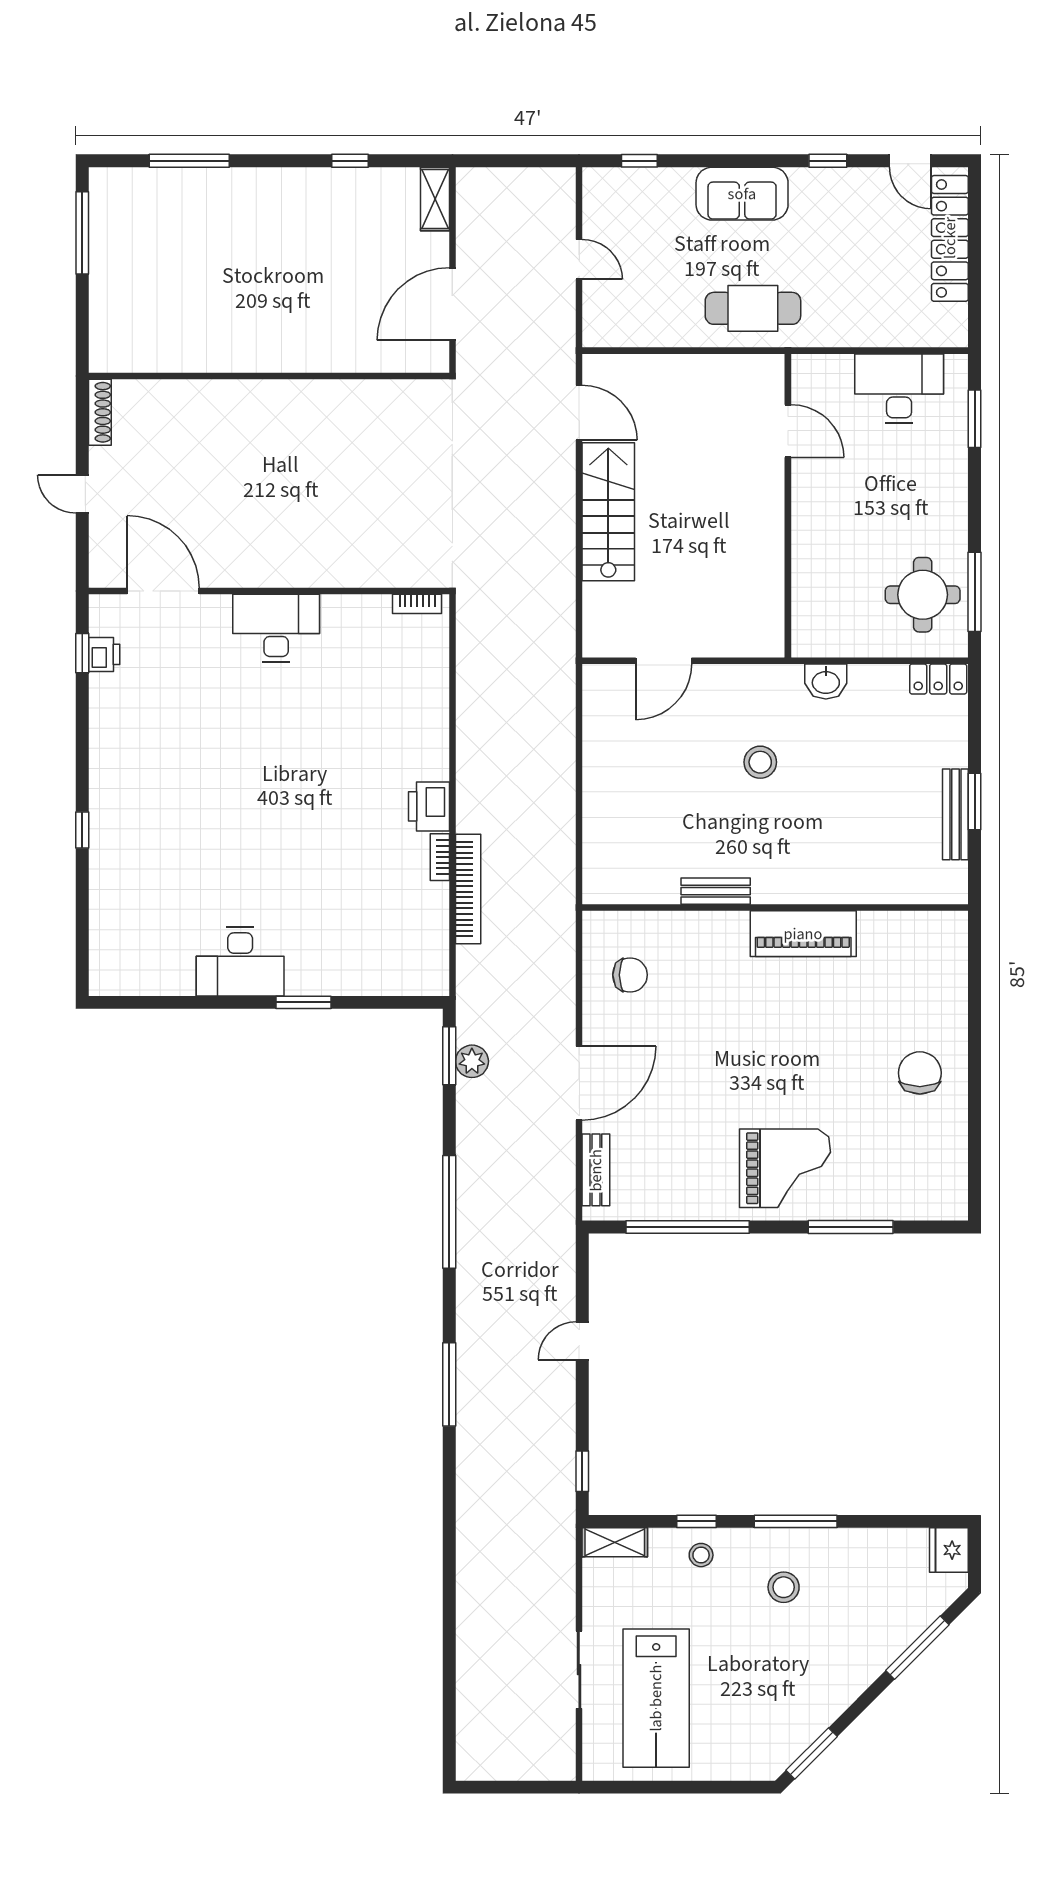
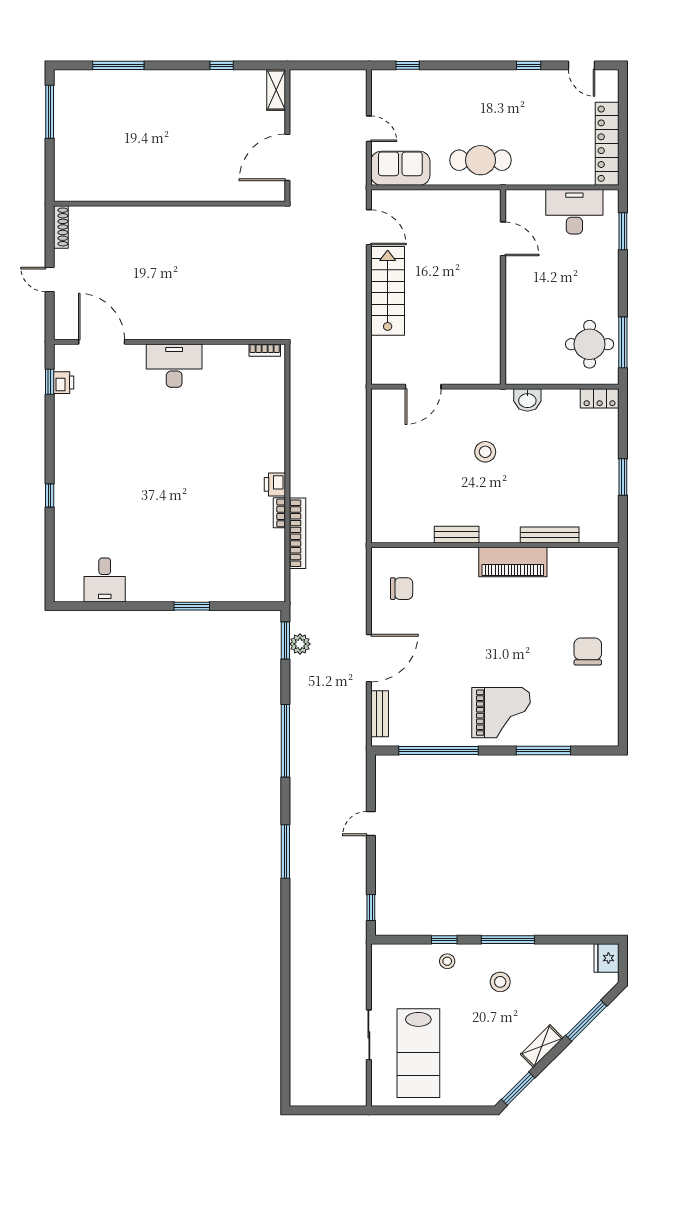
sofa: (742, 194) -> (400, 168), moved, turned 180
locker: (950, 238) -> (607, 144), moved
printer: (429, 806) -> (275, 484), width x0.73, depth x0.81
bench: (955, 814) -> (550, 535), moved, turned 90
desk: (240, 962) -> (105, 580), moved, width x0.73
shelving: (615, 1542) -> (542, 1046), moved, turned -45

